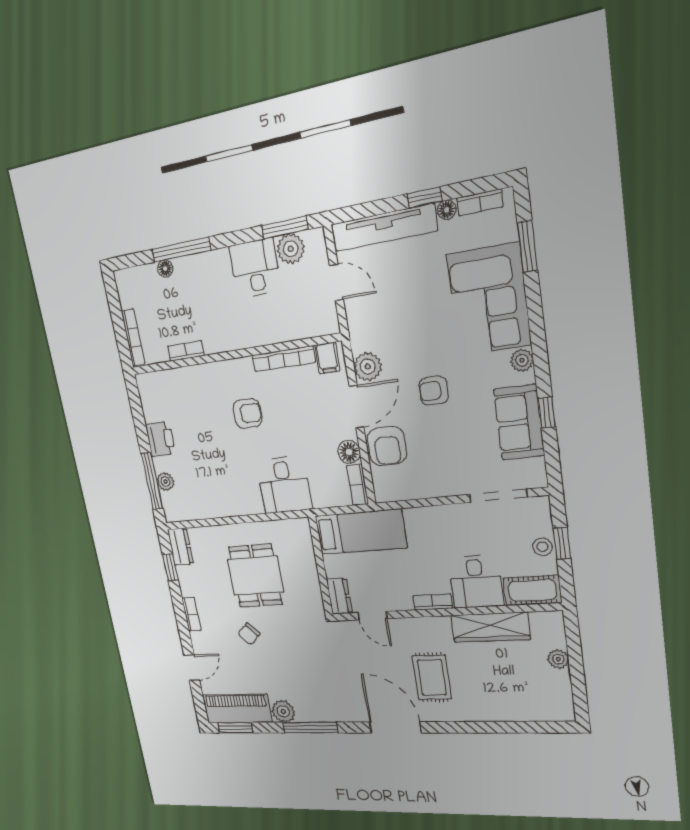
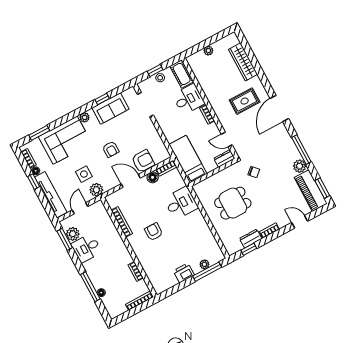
side table: (403, 316) -> (84, 174), added
filing cabinet: (327, 358) -> (114, 202), removed
plant: (368, 367) -> (96, 190), moved
dresser: (180, 547) -> (251, 239), moved
door: (372, 616) -> (227, 139), swing flipped
wardrobe: (490, 627) -> (243, 62), moved, turned 180
chair: (249, 634) -> (254, 172), moved

